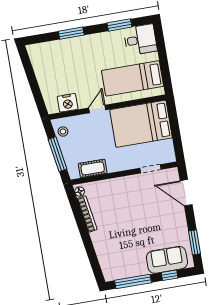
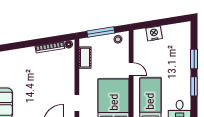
window: (119, 25) -> (194, 86), moved
nightstand: (68, 103) -> (154, 33), moved, turned 81

